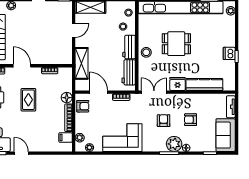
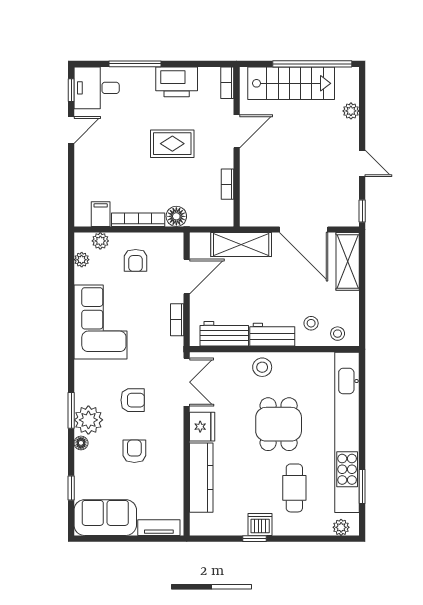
door: (74, 30) -> (304, 229), width x1.87
cafe table: (210, 35) -> (294, 488), added
armchair: (83, 106) -> (136, 260), moved

